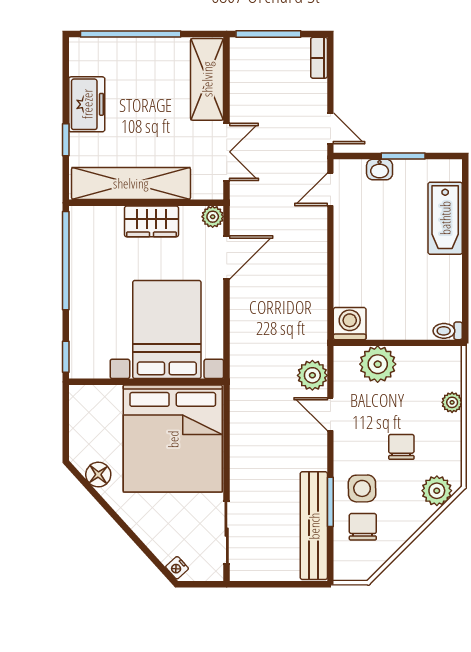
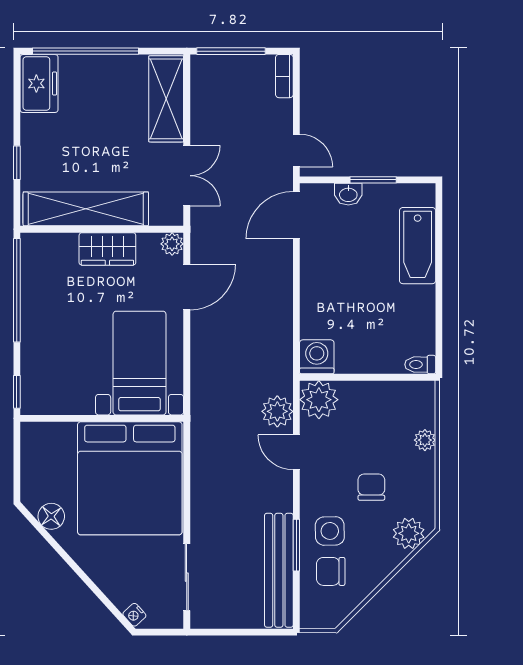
freezer: (87, 104) -> (39, 83), moved
door: (330, 189) -> (296, 215), width x1.38
bed with nightstands: (167, 329) -> (140, 363), width x0.73
plant: (378, 364) -> (319, 400), moved
chair: (363, 527) -> (331, 571), turned -90

